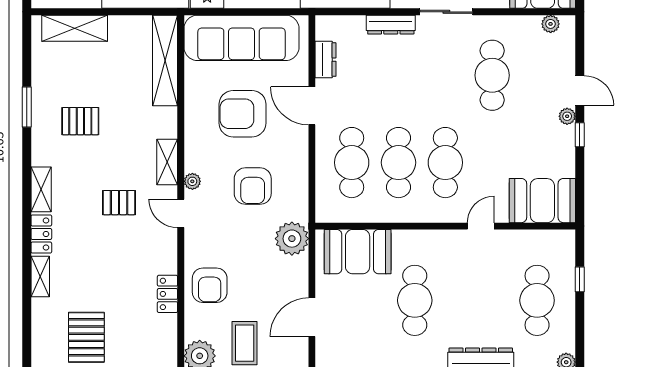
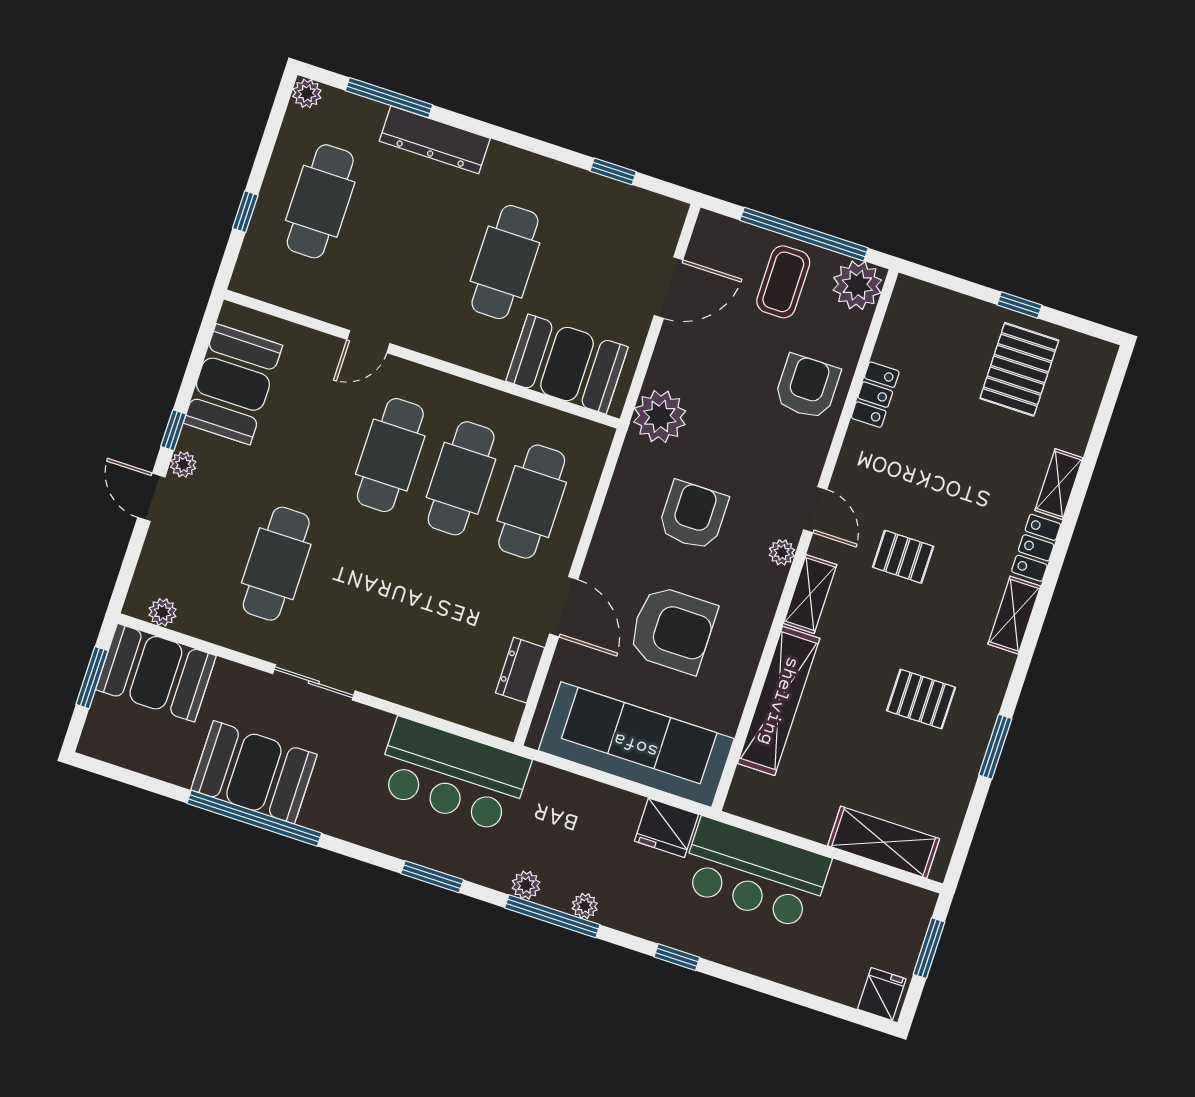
dresser: (391, 25) -> (404, 691), removed
shelving: (165, 60) -> (779, 701), moved
booth: (542, 201) -> (233, 384), moved, turned 90

